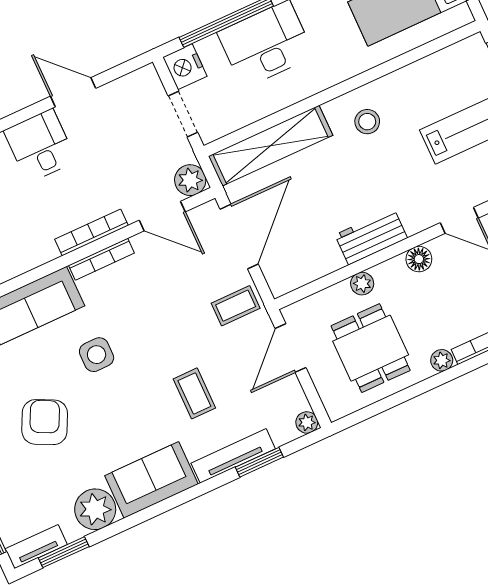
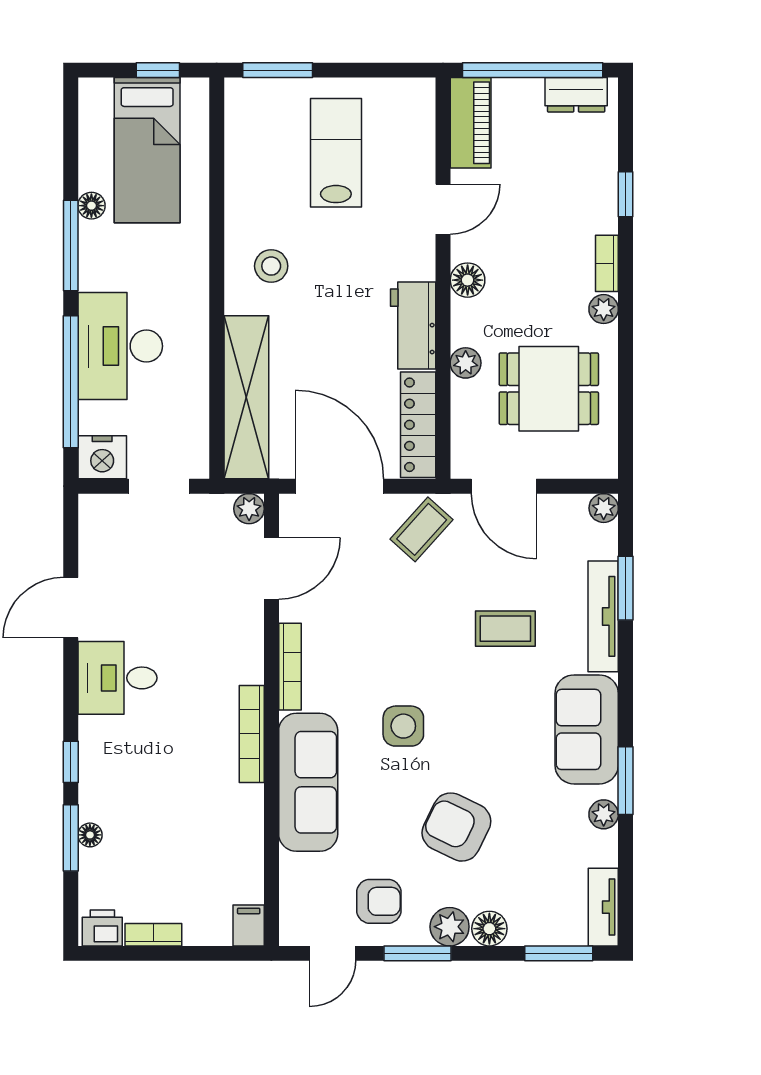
plant: (190, 180) -> (249, 509), width x0.73, depth x0.73
bookcase: (91, 232) -> (252, 734), moved
locker: (305, 271) -> (418, 425), added
coffee table: (236, 306) -> (422, 529), turned 42
plant: (95, 509) -> (604, 814), width x0.53, depth x0.53
window: (64, 552) -> (626, 781), moved

